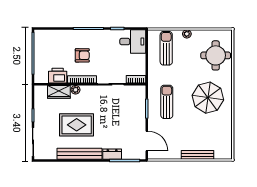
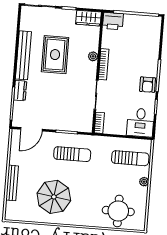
armchair: (82, 55) -> (148, 85), moved
printer: (58, 76) -> (113, 21), moved, turned 90
wardrobe: (59, 92) -> (89, 18), moved, turned -90
parasol: (208, 98) -> (54, 197), moved

